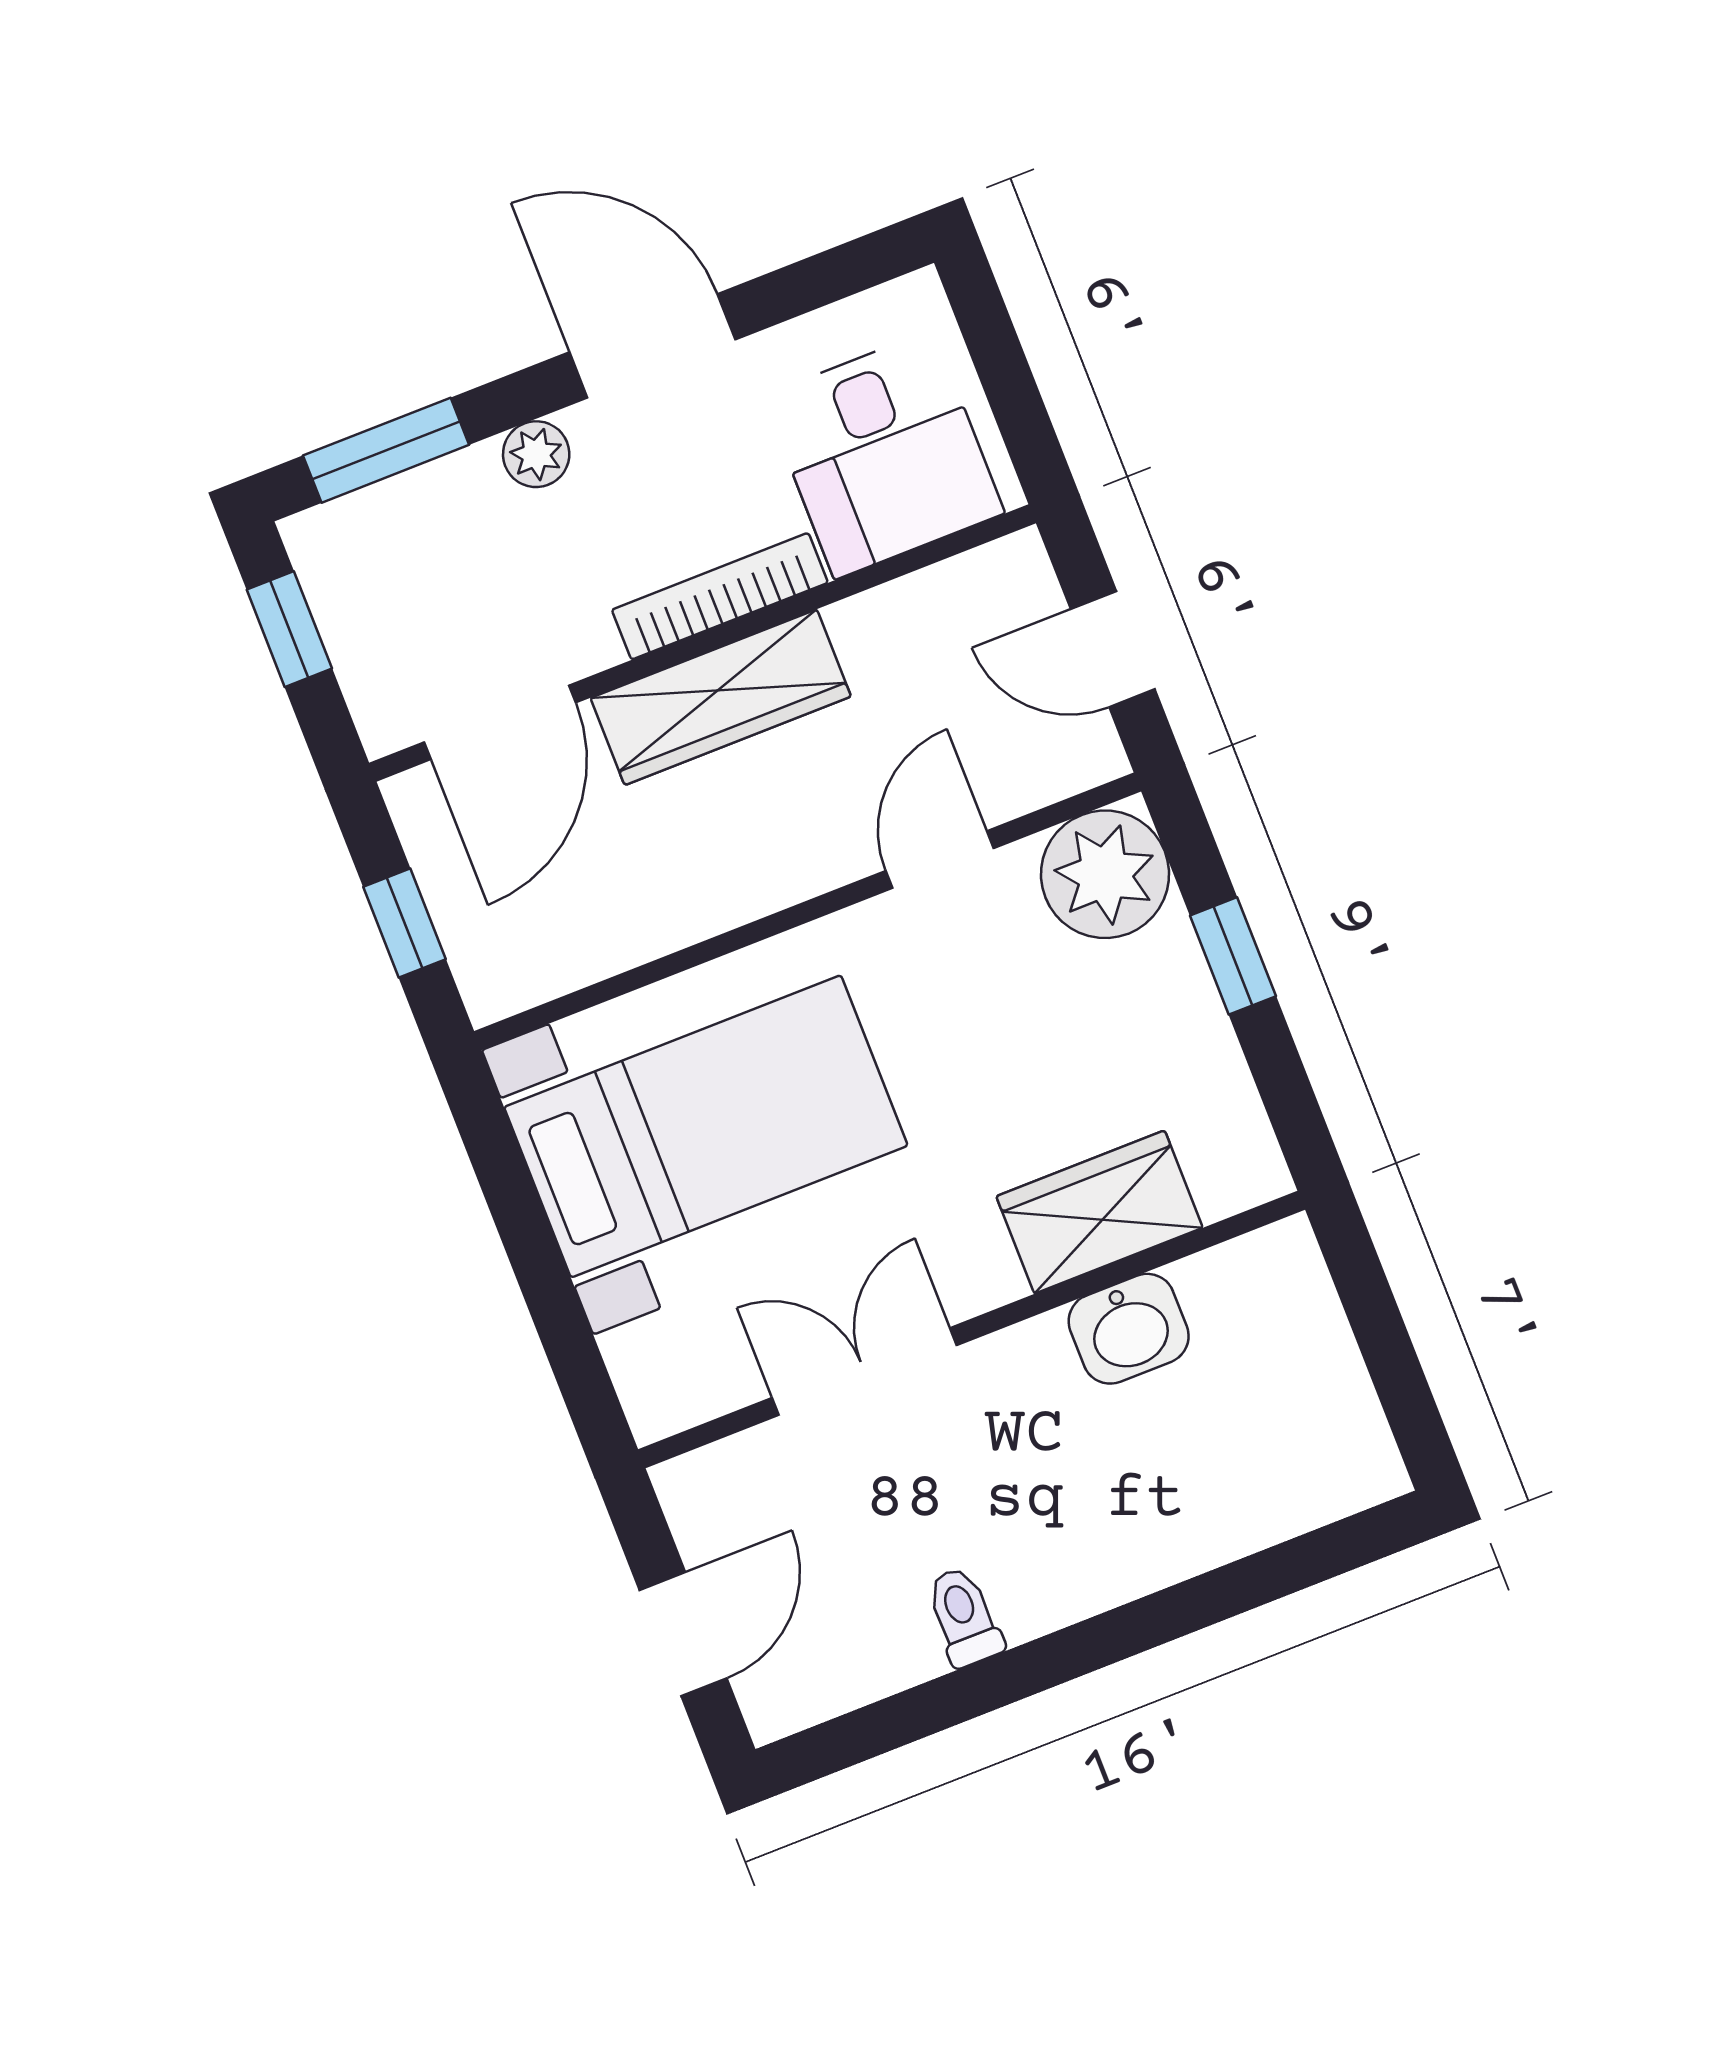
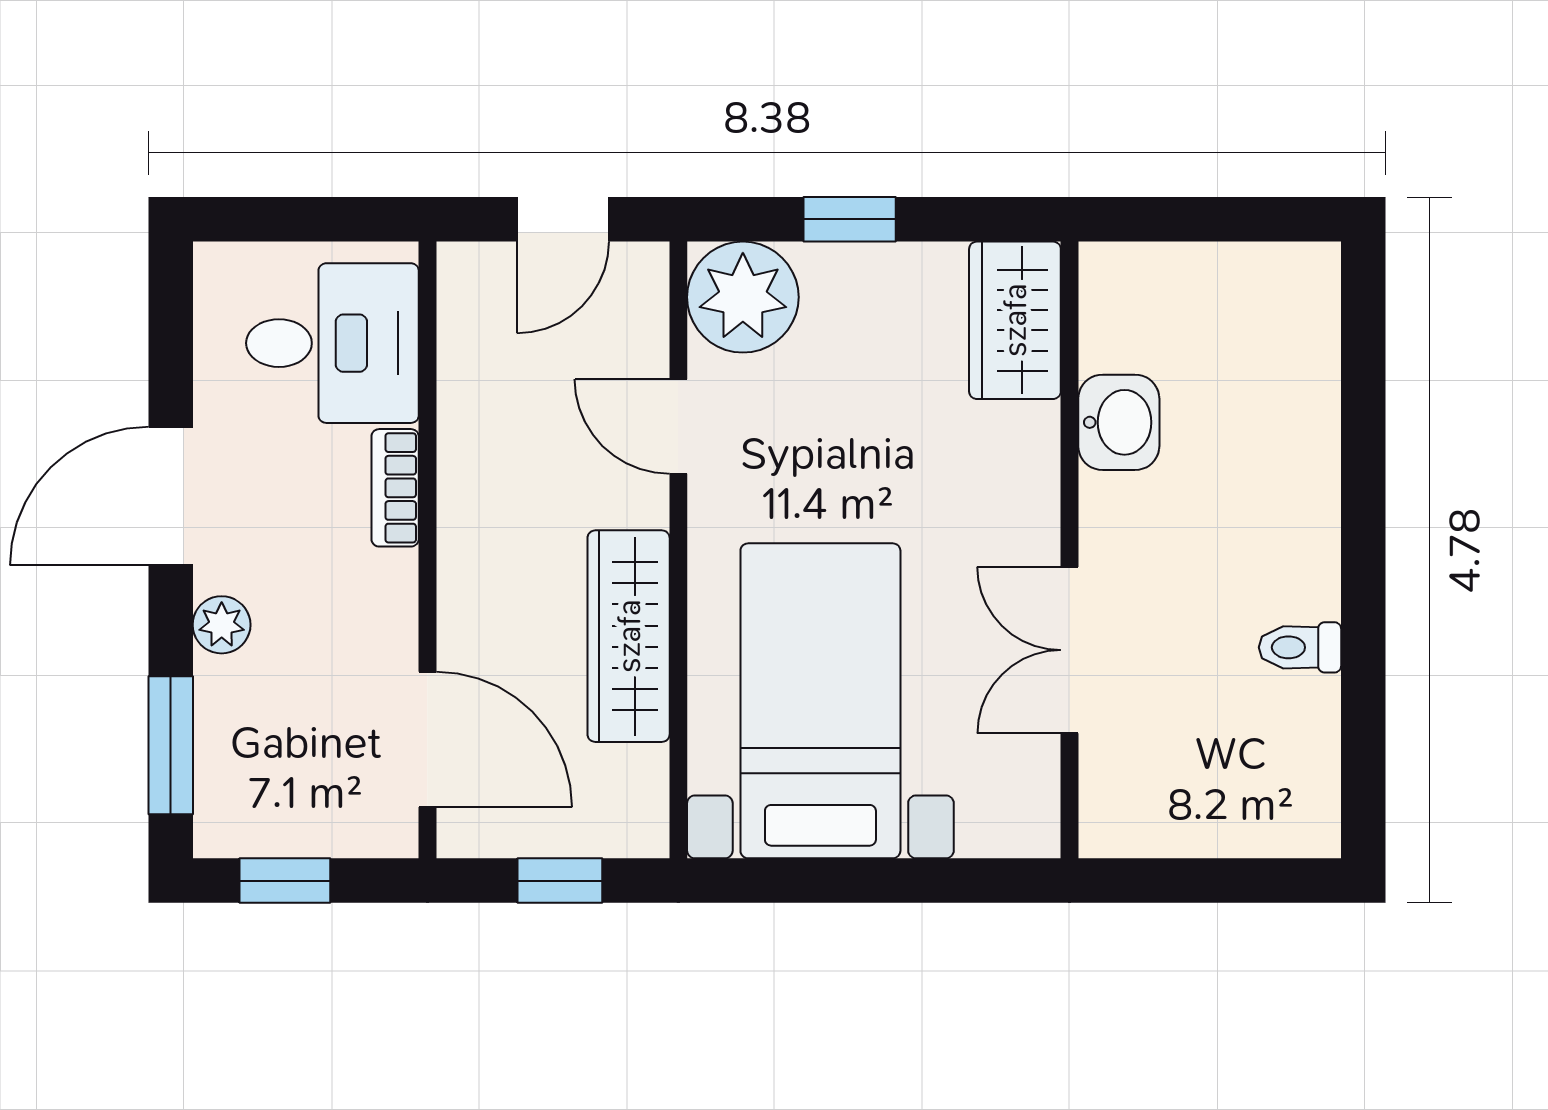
bookcase: (720, 596) -> (395, 488), width x0.64
wardrobe: (721, 697) -> (629, 636), moved, turned 180
wardrobe: (1099, 1212) -> (1015, 320), moved
door: (683, 1634) -> (1225, 881), removed

